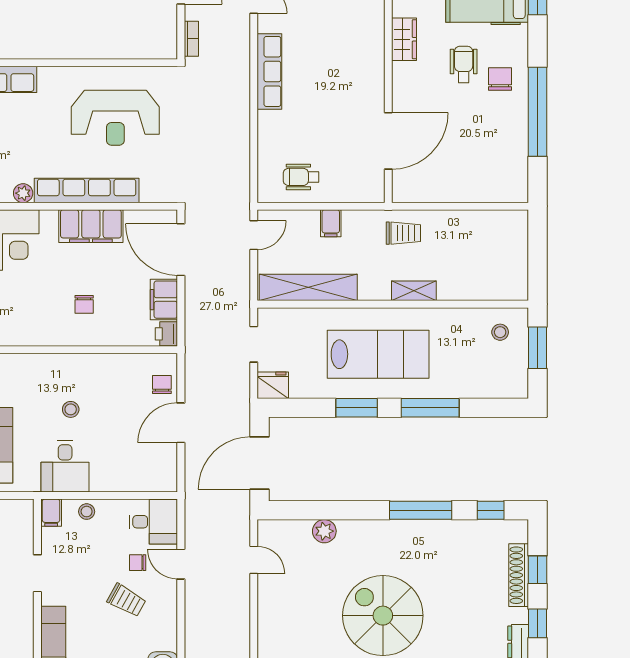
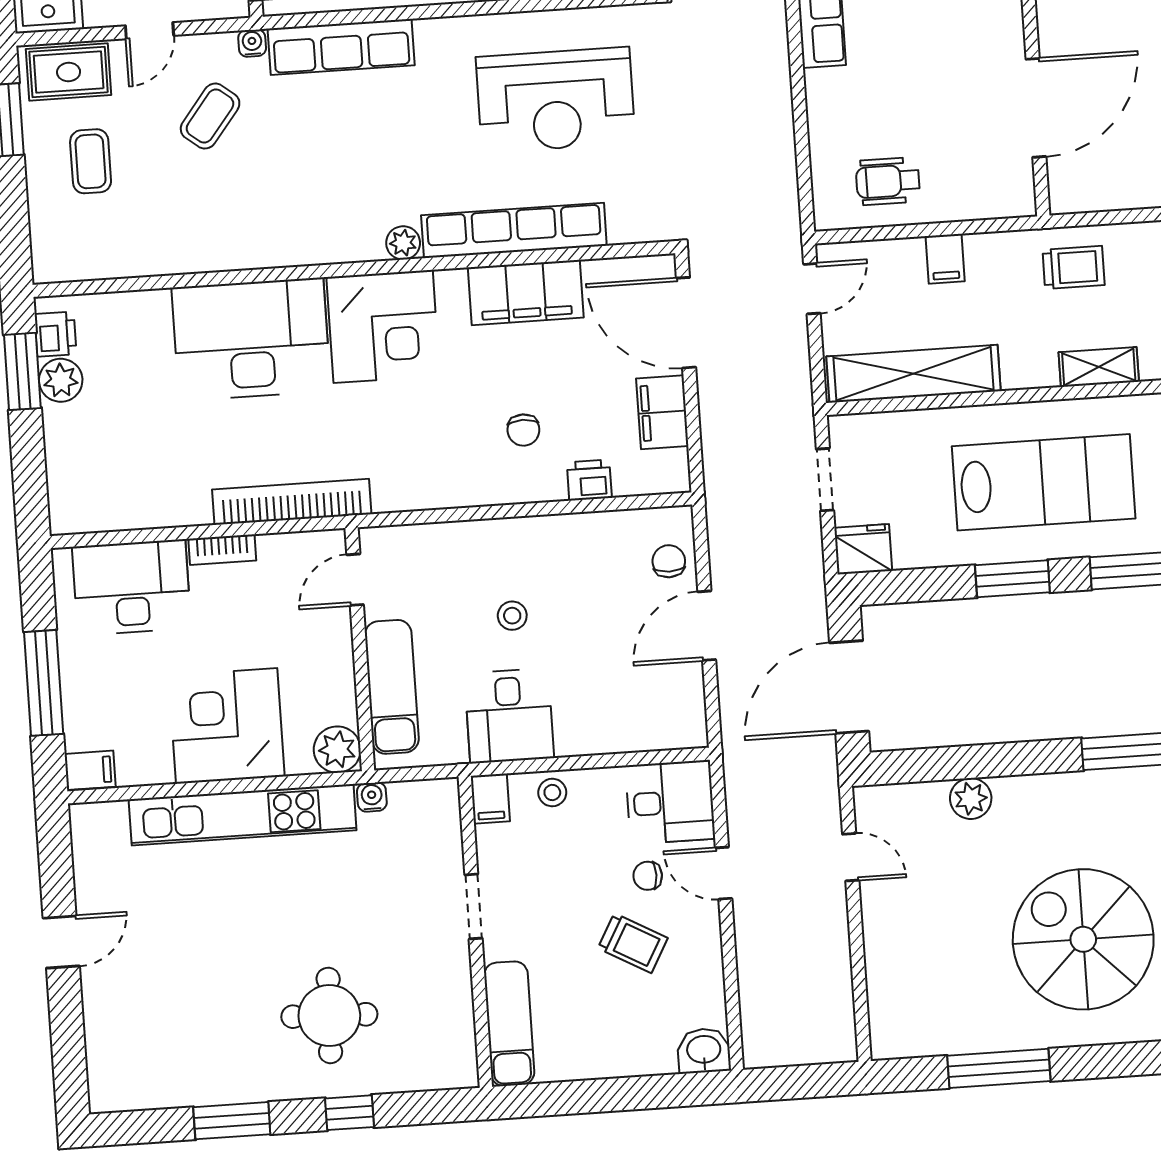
printer: (166, 334) -> (589, 480), moved, turned 90

